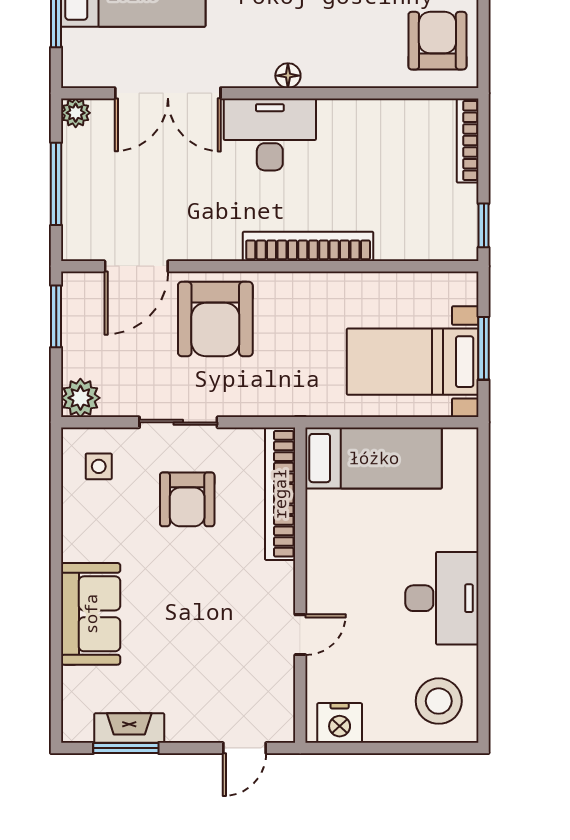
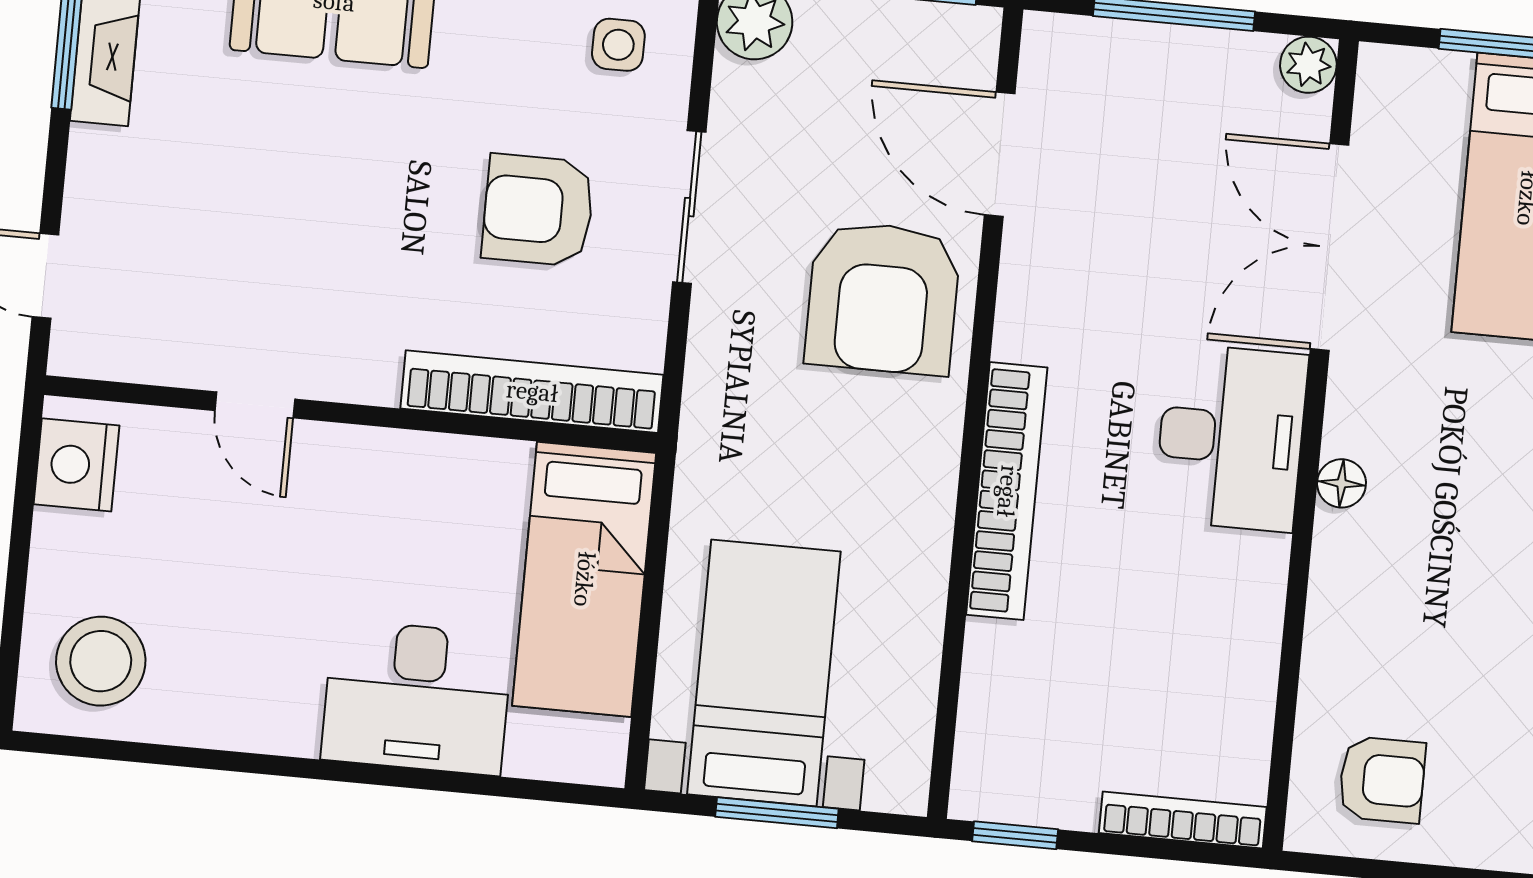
armchair: (437, 41) -> (1382, 780), width x0.72, depth x0.72
armchair: (215, 319) -> (883, 298), turned -90
desk: (442, 598) -> (417, 697), moved

